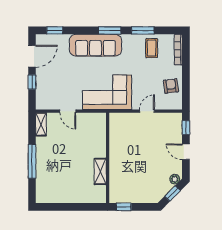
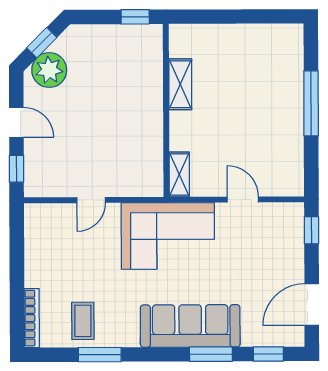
window: (110, 30) -> (211, 354), moved
window: (32, 82) -> (311, 230), moved
armchair: (171, 86) -> (45, 248), removed
shelving: (41, 124) -> (179, 175), moved
plant: (175, 179) -> (49, 70), width x1.88, depth x1.88

